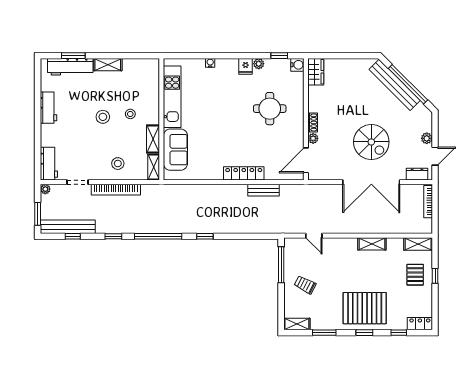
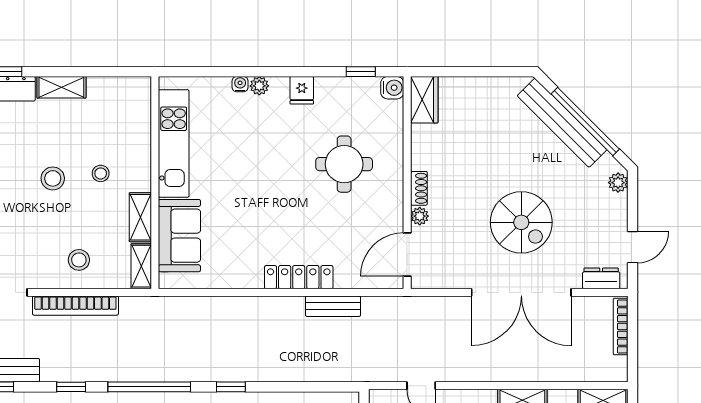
plant: (259, 64) -> (259, 86), moved
plant: (427, 138) -> (618, 183), moved

